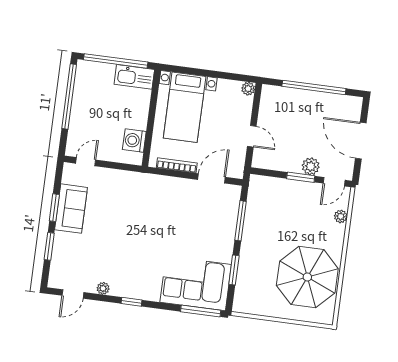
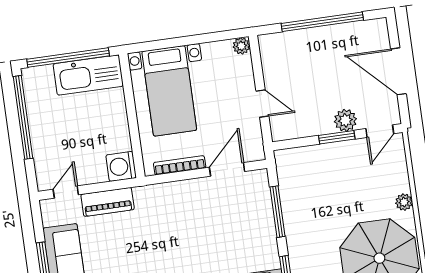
kitchen sink: (134, 77) -> (88, 75), width x1.36, depth x1.24
washing machine: (134, 140) -> (121, 166), moved
piano: (115, 178) -> (108, 202), added
plant: (341, 216) -> (404, 202), moved

